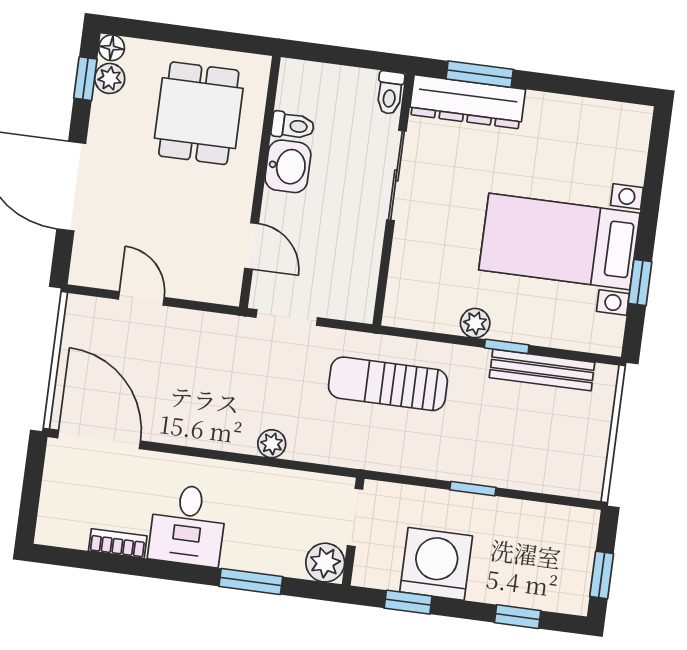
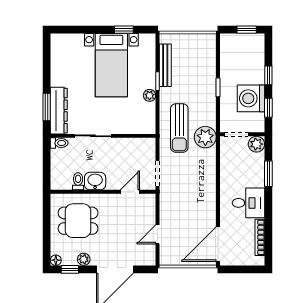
plant: (110, 78) -> (84, 259), moved
plant: (272, 444) -> (205, 137), moved, width x1.88, depth x1.88
bookcase: (118, 543) -> (260, 237), width x1.56
window: (518, 617) -> (268, 75), moved

